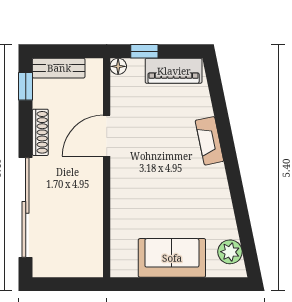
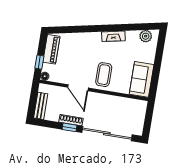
window: (26, 86) -> (70, 127), moved
fireplace: (209, 141) -> (113, 36), moved
coffee table: (141, 182) -> (104, 75), added
sofa: (172, 258) -> (142, 79), moved

